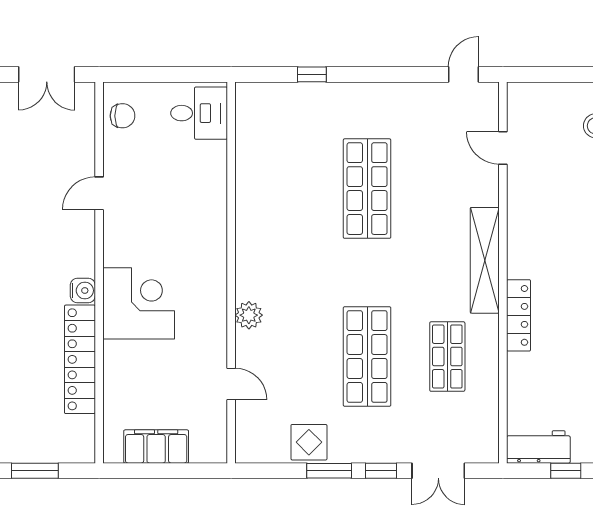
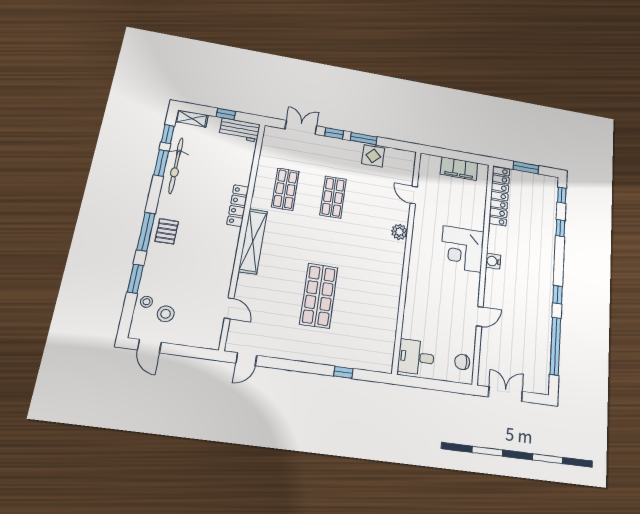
shop shelf: (367, 357) -> (333, 197), width x0.70, depth x0.74
locker: (80, 359) -> (499, 196), moved

